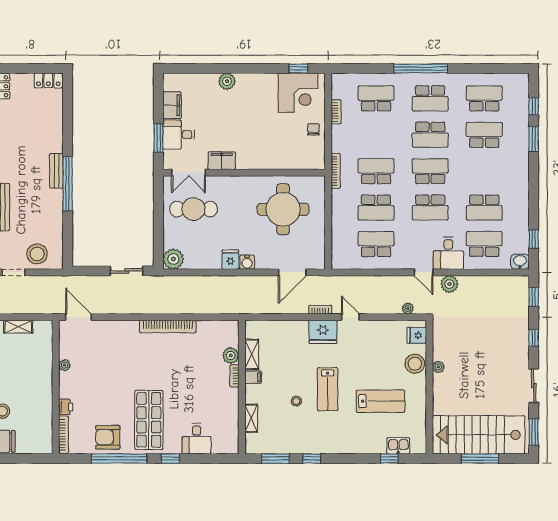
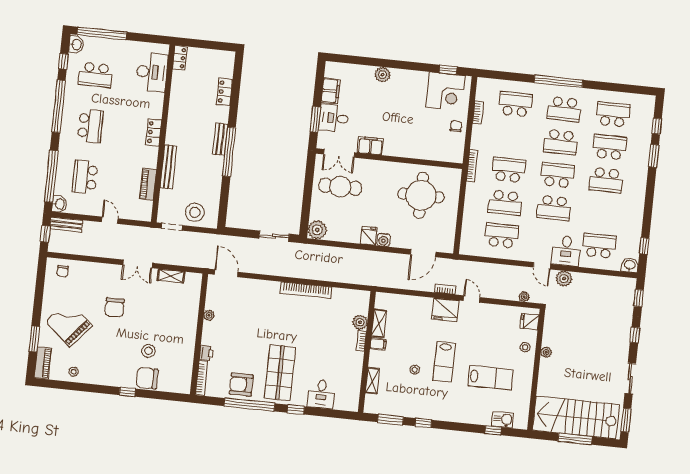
locker: (48, 80) -> (224, 92), moved, turned 90
school desk: (484, 208) -> (606, 180), moved
stool: (415, 364) -> (525, 347), width x0.53, depth x0.53

